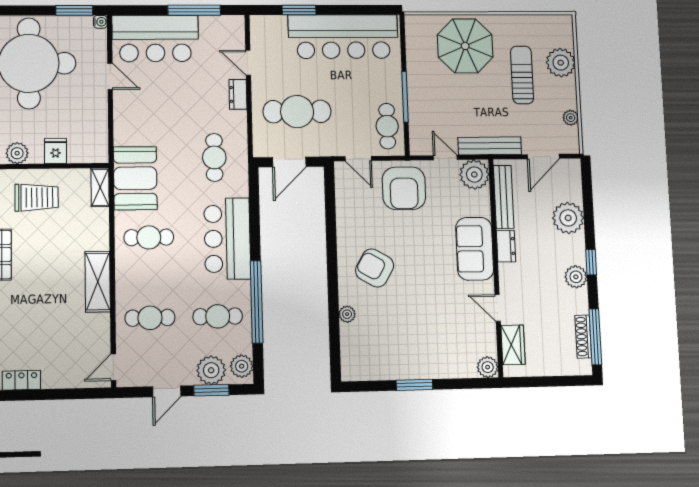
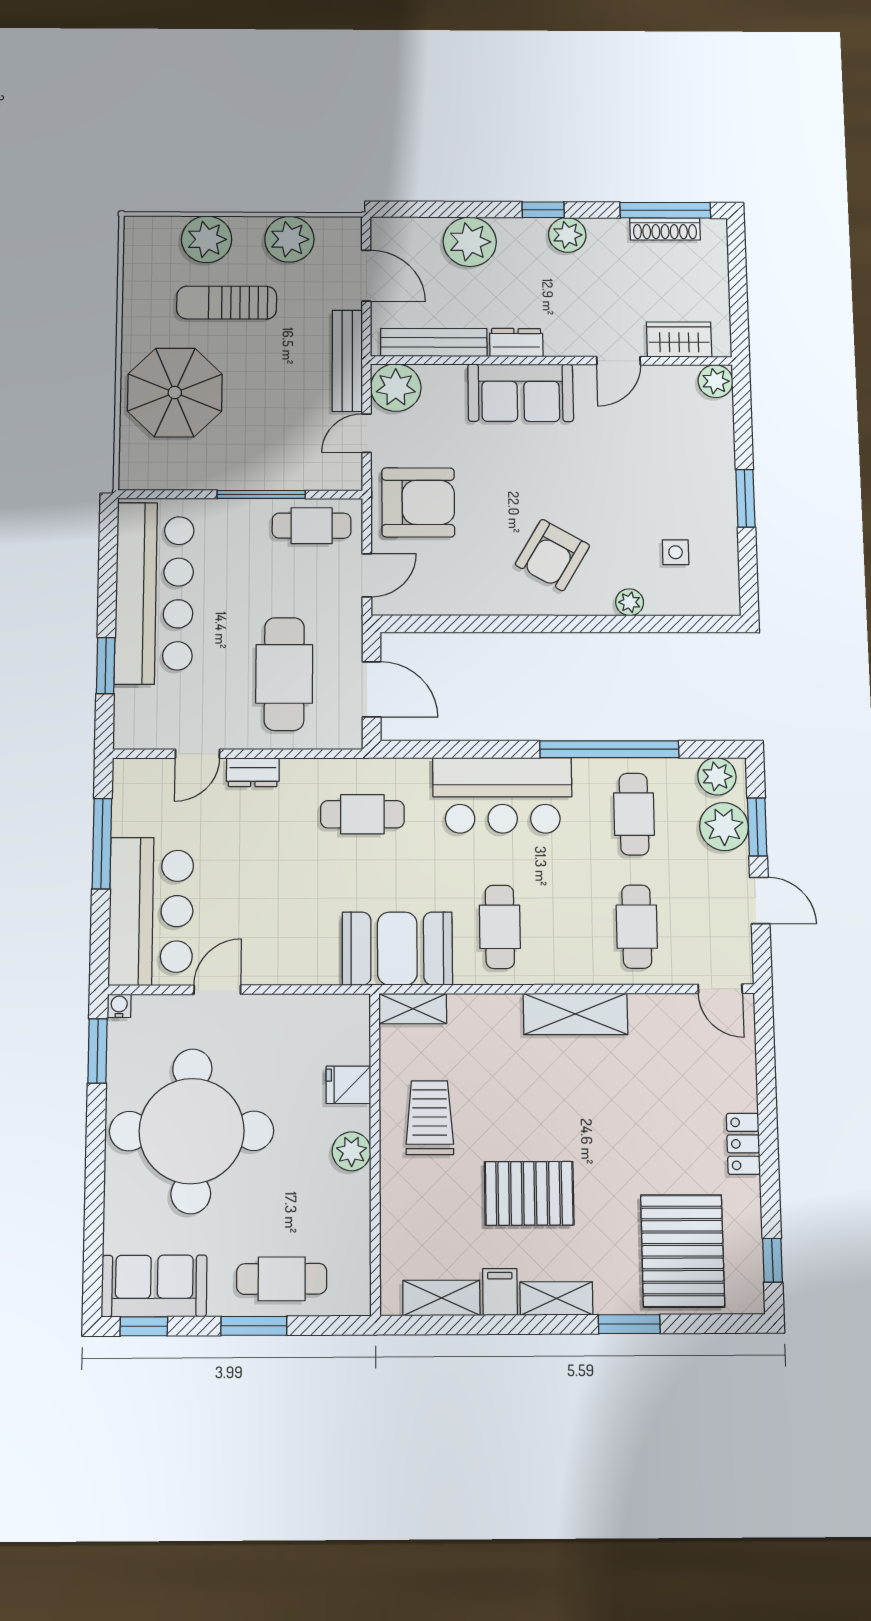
plant: (571, 118) -> (289, 239), width x1.87, depth x1.87
side table: (379, 342) -> (676, 552), added

